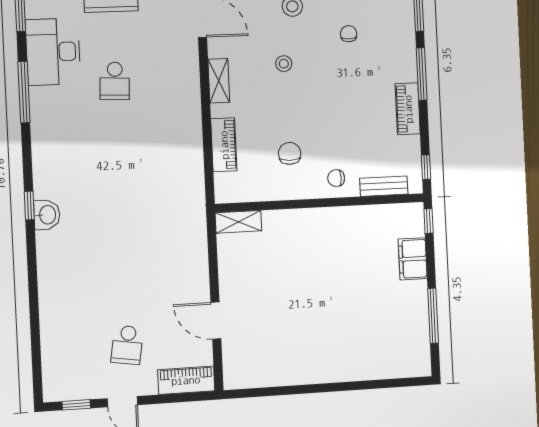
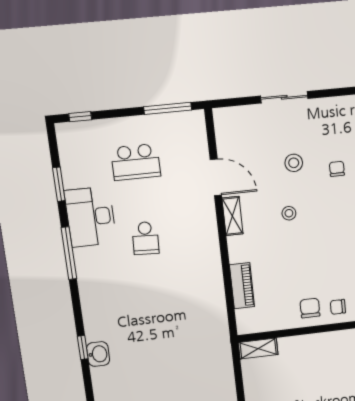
chair: (349, 34) -> (337, 169), moved
shelving: (219, 81) -> (232, 216), moved
chair: (290, 153) -> (310, 308), moved

